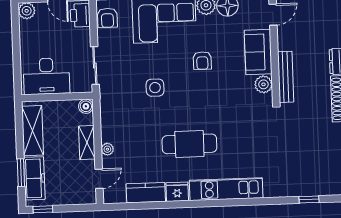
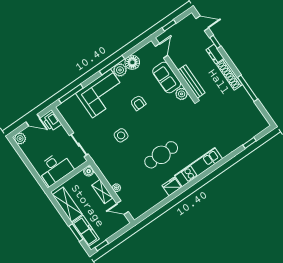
armchair: (107, 18) -> (69, 113), removed
door: (99, 179) -> (122, 208), swing flipped
kitchen counter: (146, 193) -> (154, 198), removed

